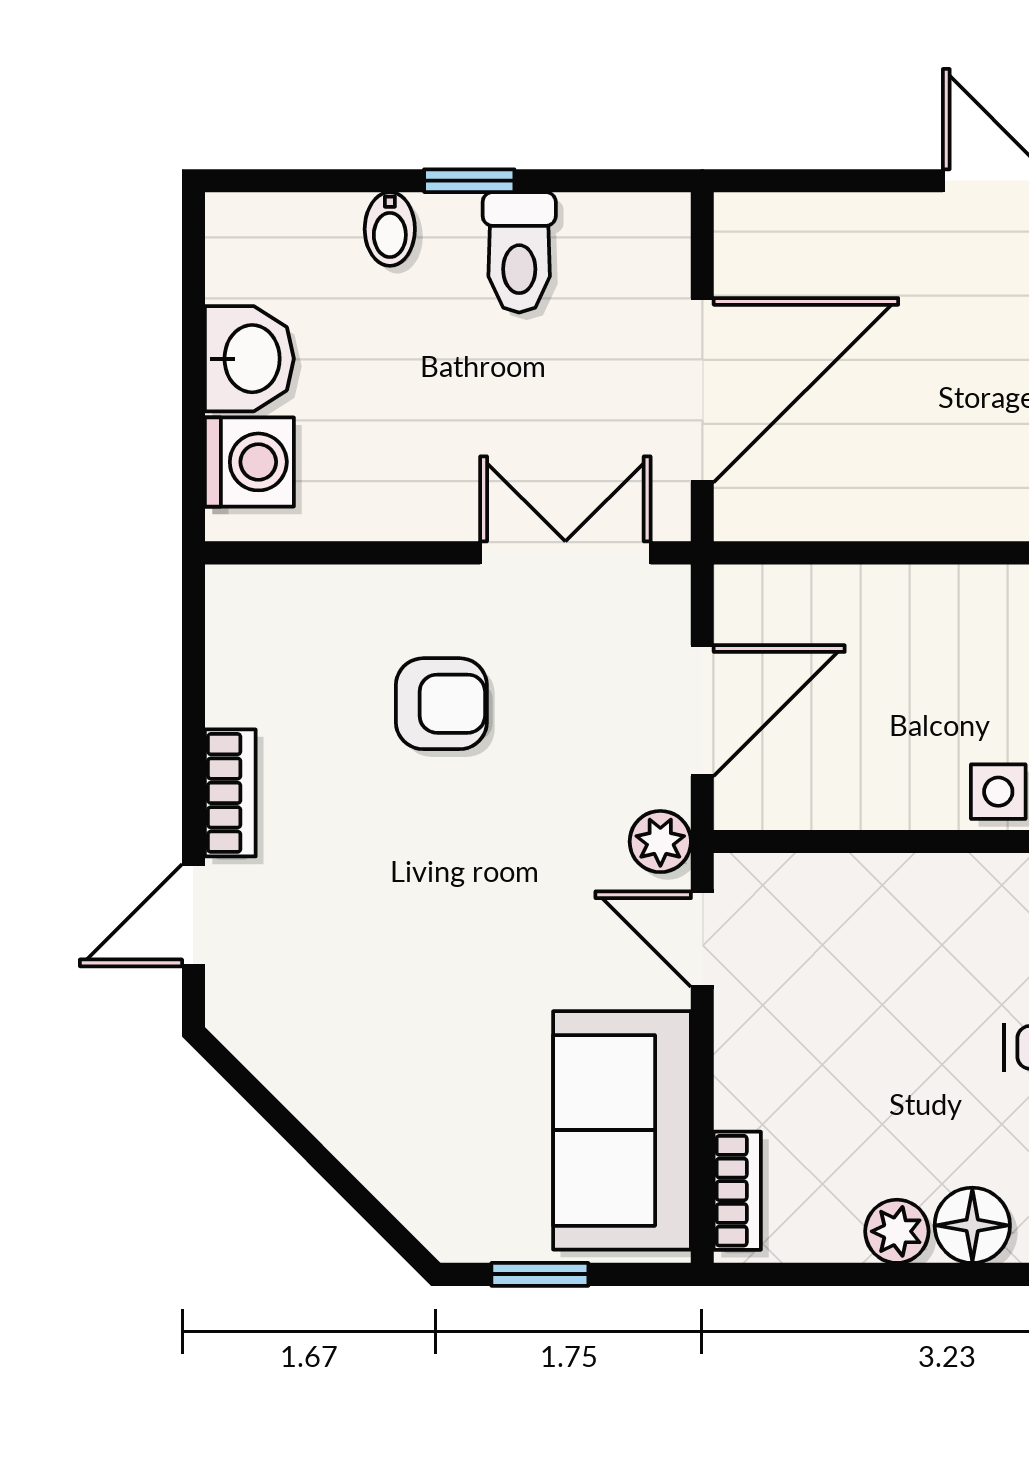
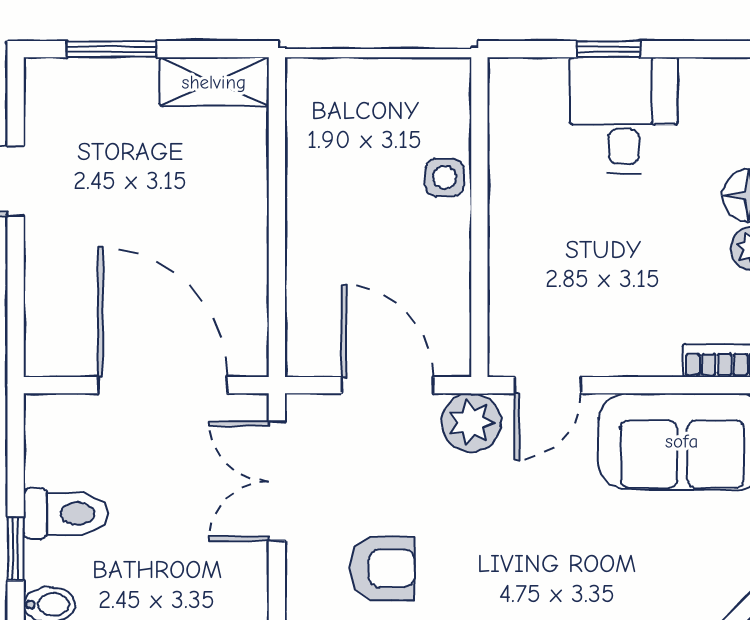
armchair: (441, 704) -> (383, 568), turned 90
plant: (660, 842) -> (471, 423), width x1.38, depth x1.38

